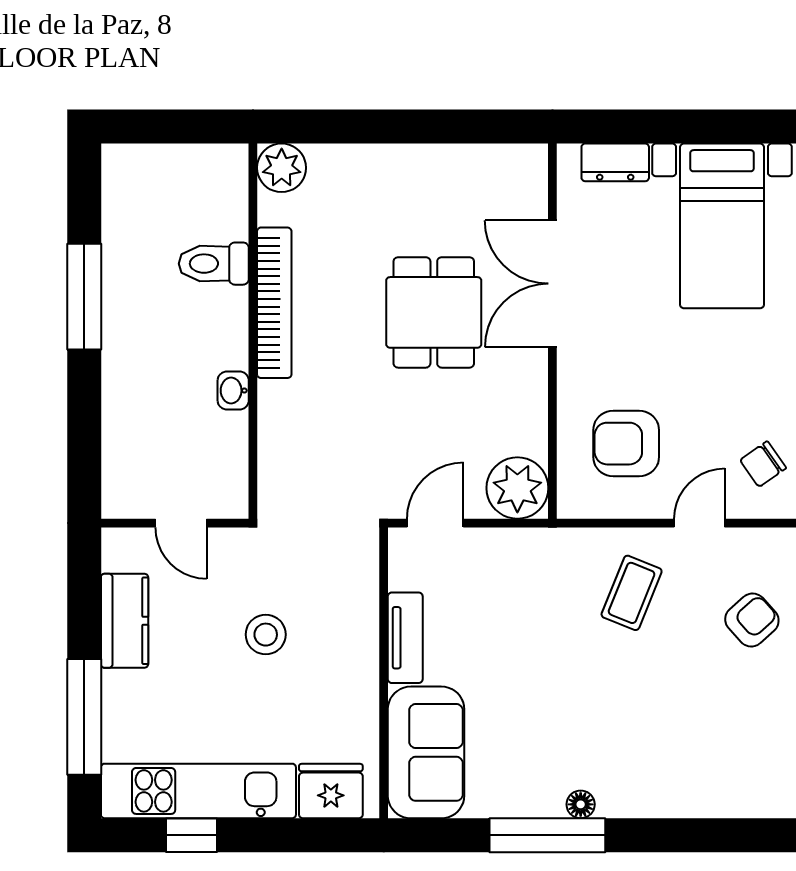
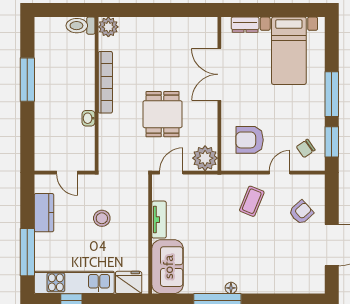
toilet: (214, 264) -> (81, 26), moved
dining table: (434, 312) -> (163, 114), moved

